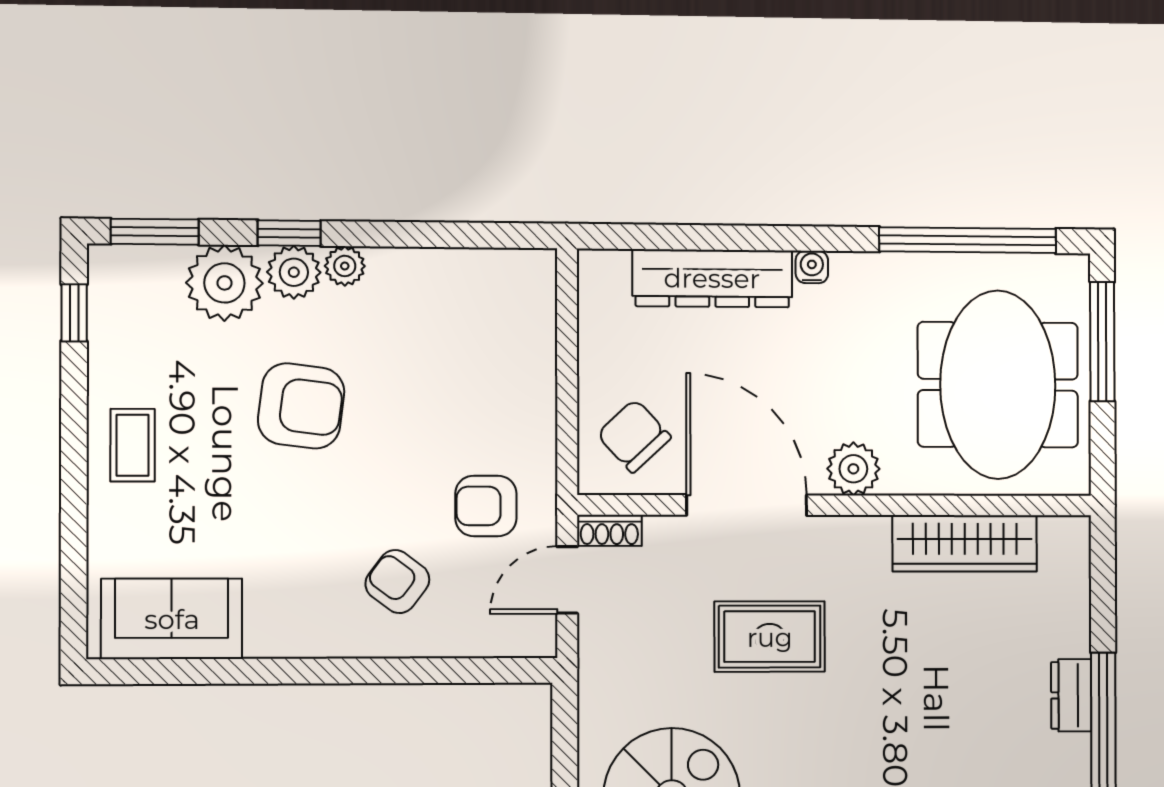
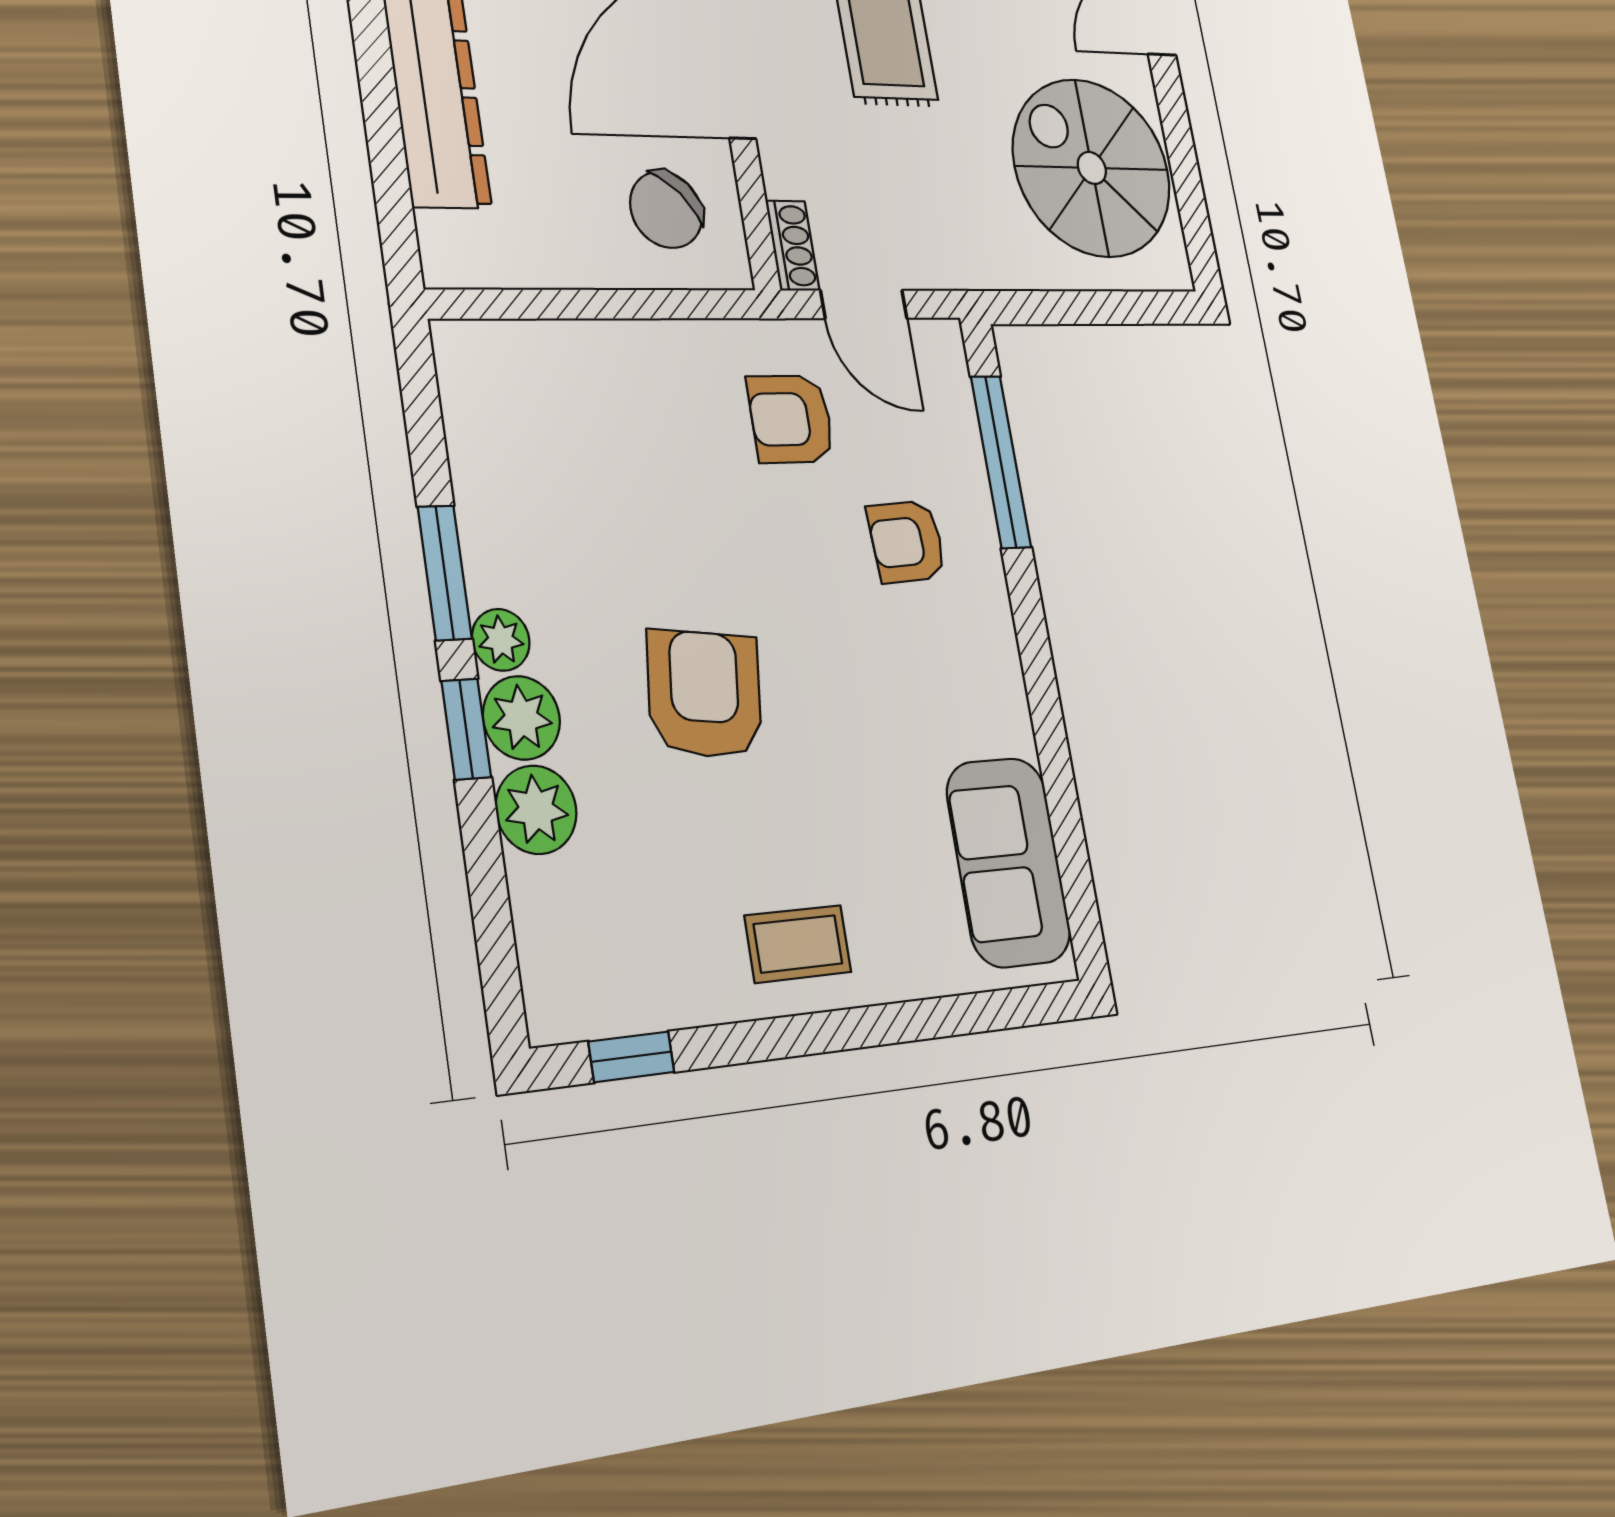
window: (155, 232) -> (445, 573), moved
plant: (224, 283) -> (536, 810), width x0.73, depth x0.73
armchair: (486, 506) -> (791, 419), turned 90
armchair: (397, 582) -> (907, 542), turned 50
window: (452, 671) -> (1001, 462), added

